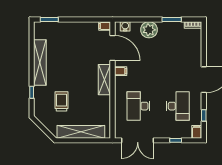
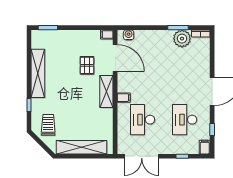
plant: (149, 30) -> (182, 39), moved
pallet: (86, 55) -> (87, 65), added
filing cabinet: (121, 71) -> (124, 98), moved
trolley: (62, 101) -> (48, 125), moved
desk: (178, 106) -> (185, 120), turned 180

